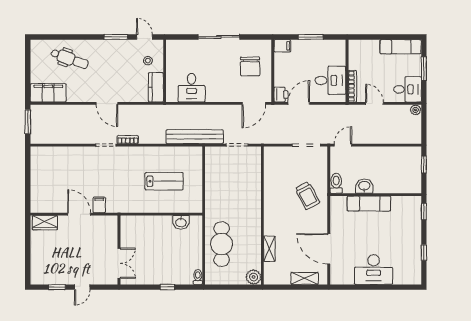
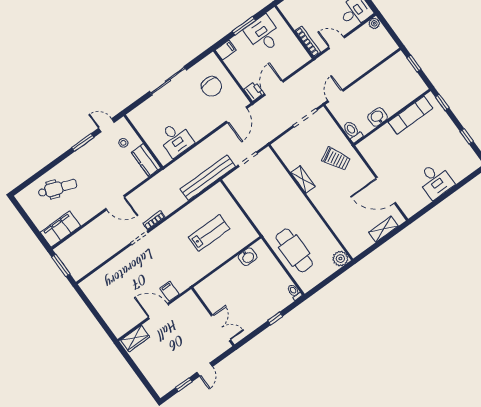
desk: (330, 80) -> (263, 34), moved, turned -90
exam couch: (369, 203) -> (410, 115), moved
shelving: (269, 249) -> (303, 179), moved
desk: (374, 270) -> (435, 180), width x0.73

